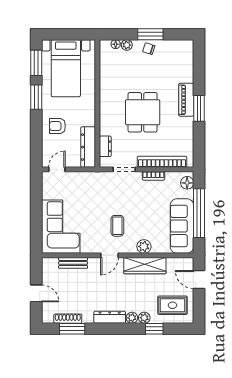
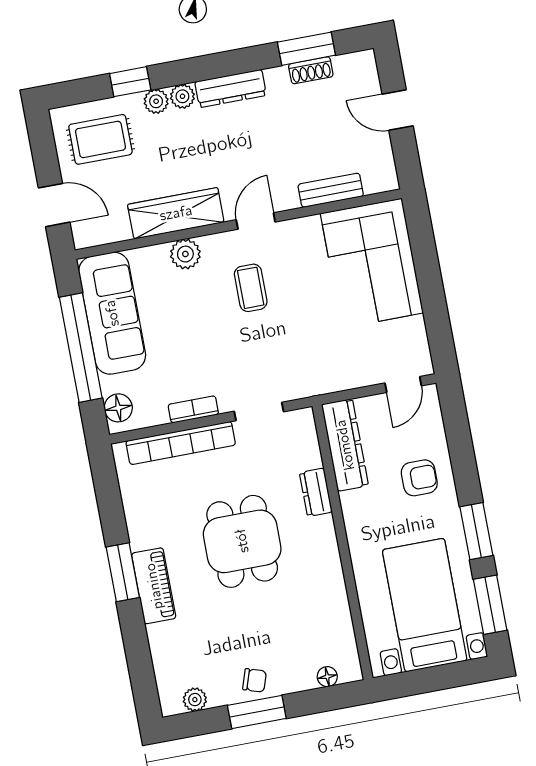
plant: (127, 45) -> (195, 700), moved
dresser: (105, 146) -> (316, 492), moved
shoe rack: (68, 319) -> (311, 70), width x0.70

